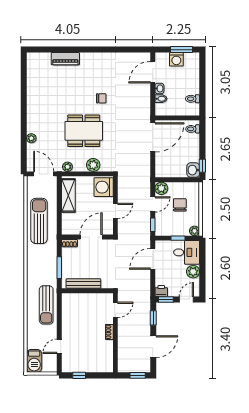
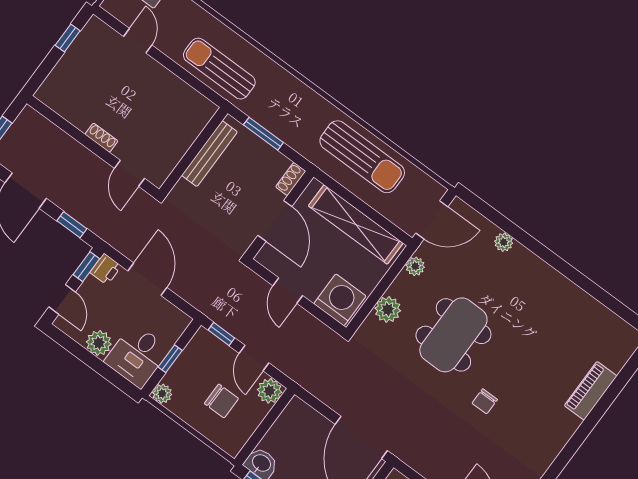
shelving: (68, 195) -> (356, 224), width x1.47
door: (153, 259) -> (147, 279), moved

